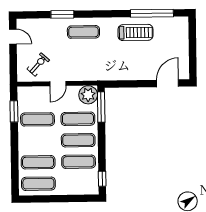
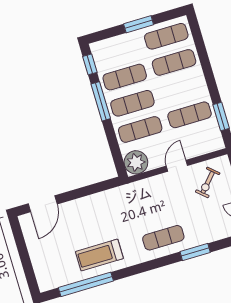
window: (101, 107) -> (101, 101), moved
window: (57, 199) -> (139, 24), added

